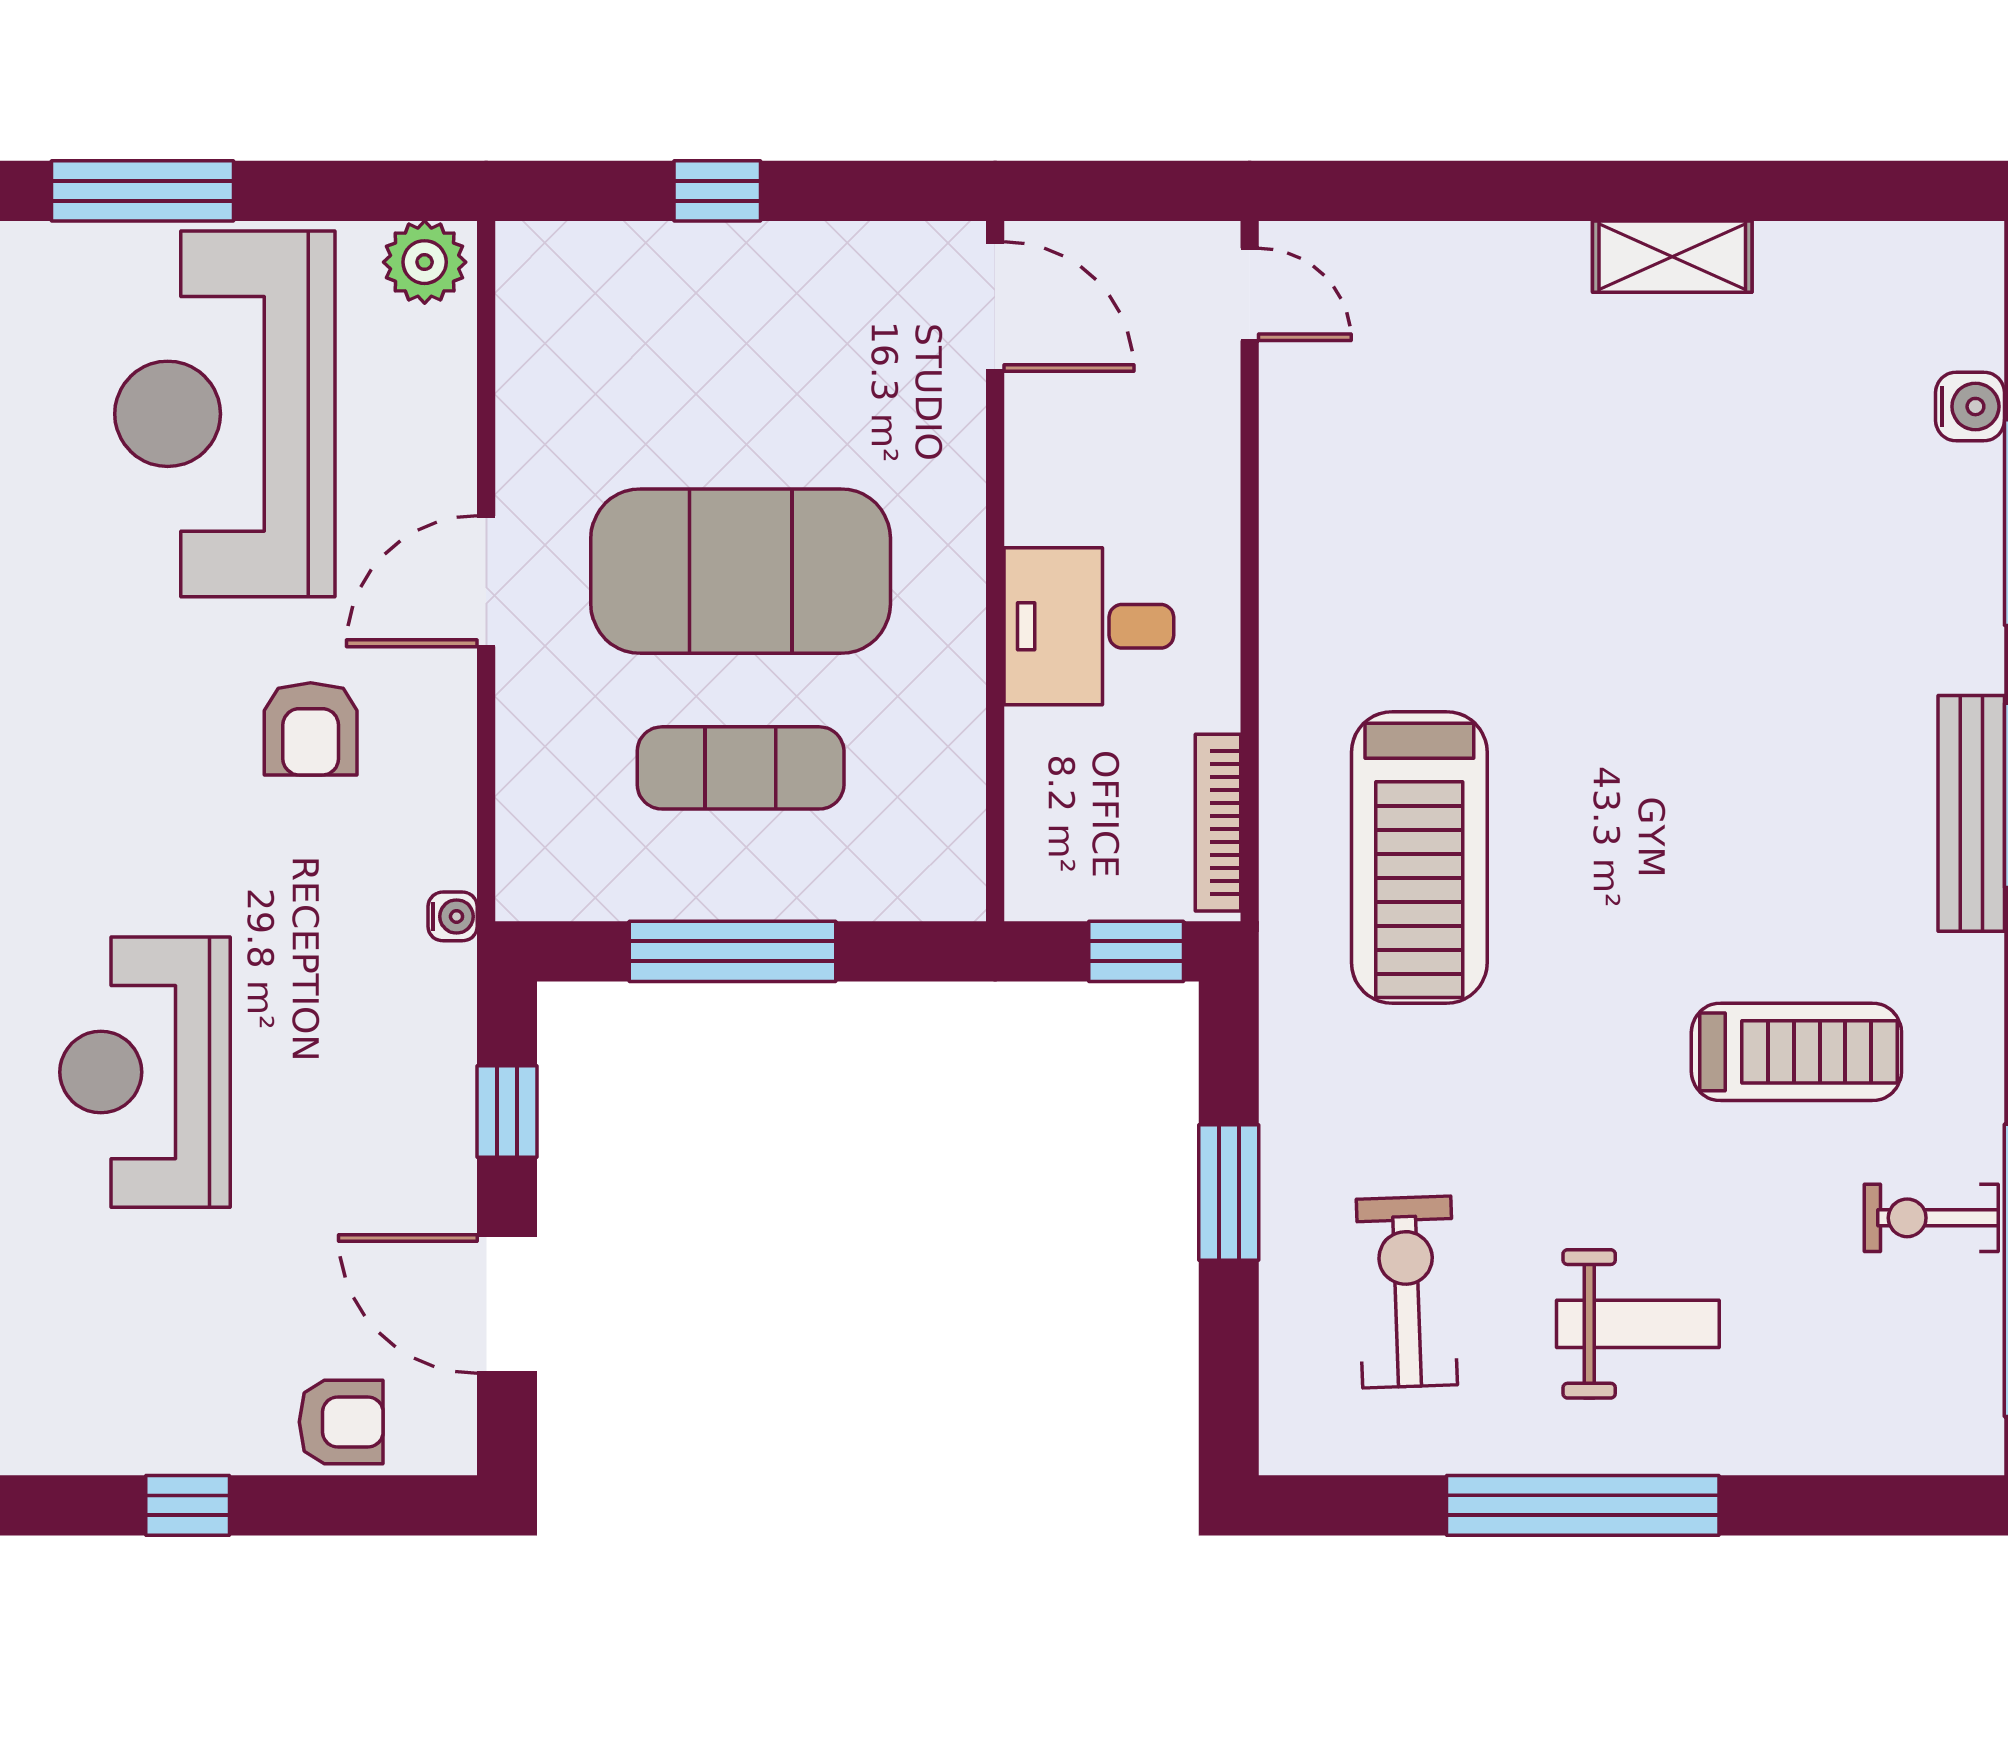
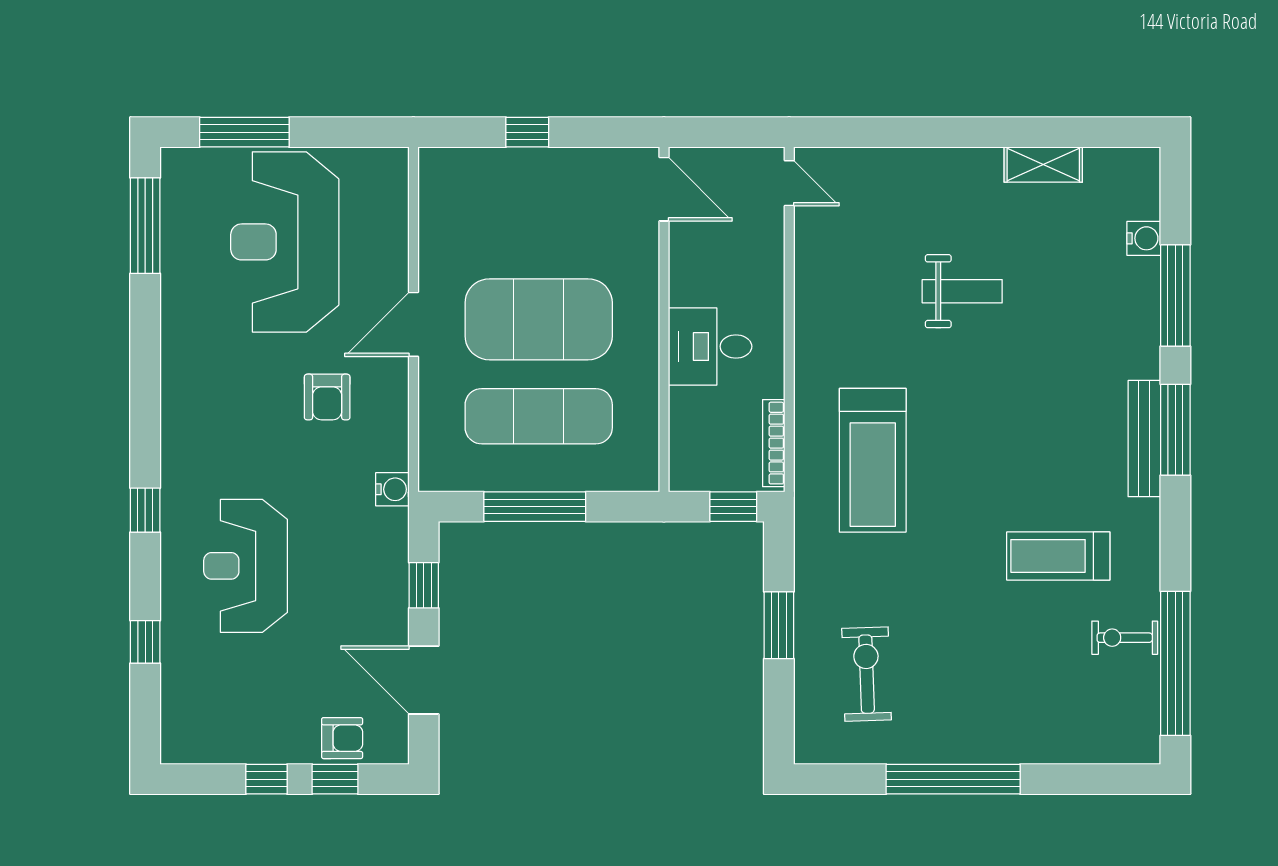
shelving: (1672, 257) -> (1043, 165), moved
plant: (425, 262) -> (383, 167), removed
exercise mat: (741, 768) -> (539, 416), width x1.36, depth x1.45
water cooler: (453, 916) -> (392, 489), width x1.38, depth x1.38
treadmill: (1796, 1052) -> (1058, 556), turned 180
weight bench: (1638, 1324) -> (962, 291), moved
window: (327, 1505) -> (335, 779), added

